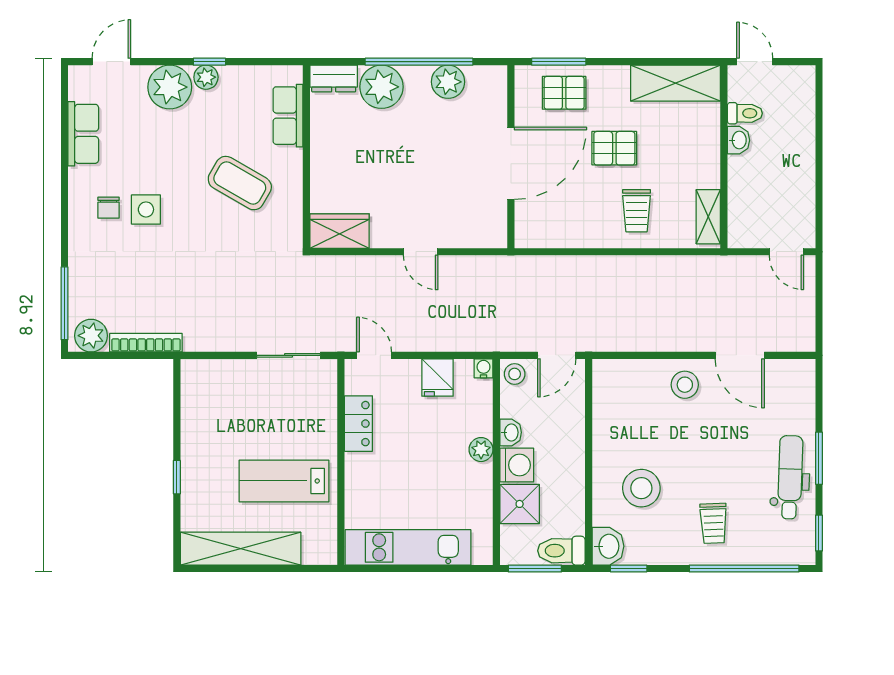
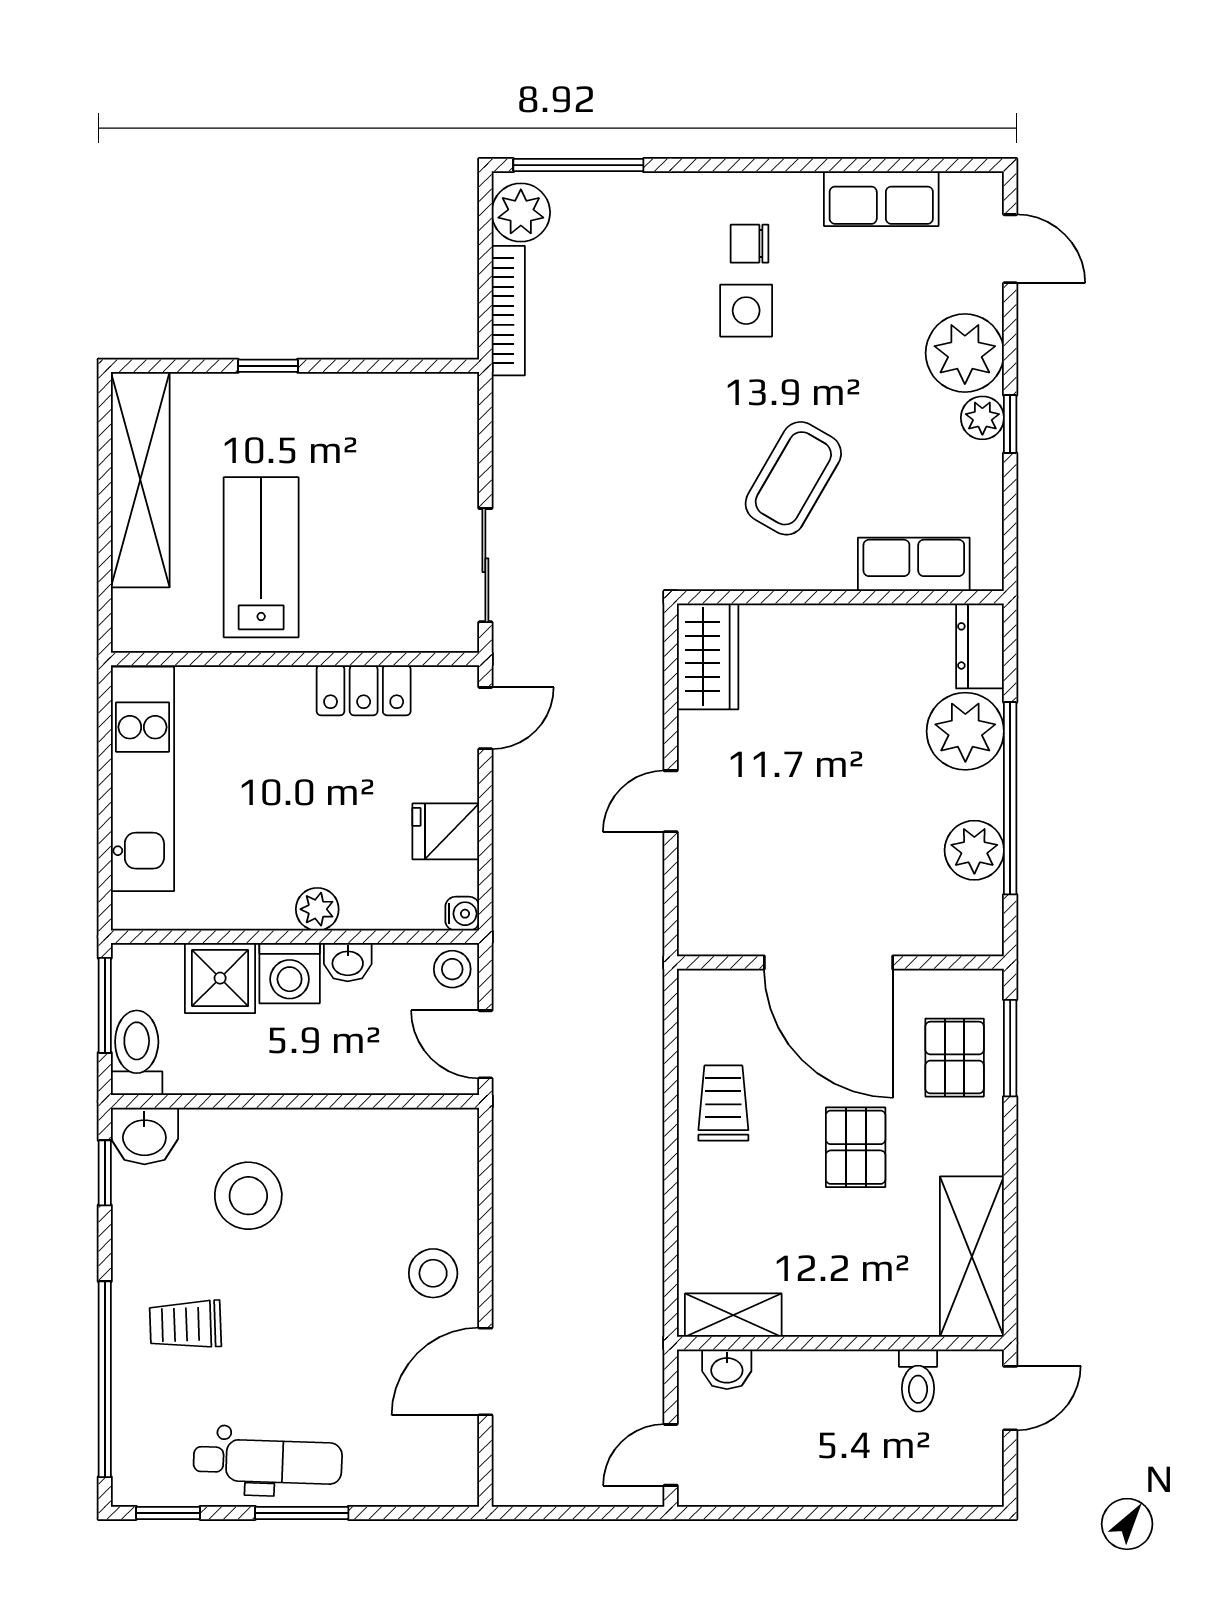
washbasin: (739, 140) -> (727, 1369), moved
trolley: (637, 211) -> (723, 1103), moved, turned 90

